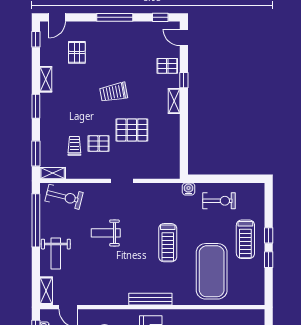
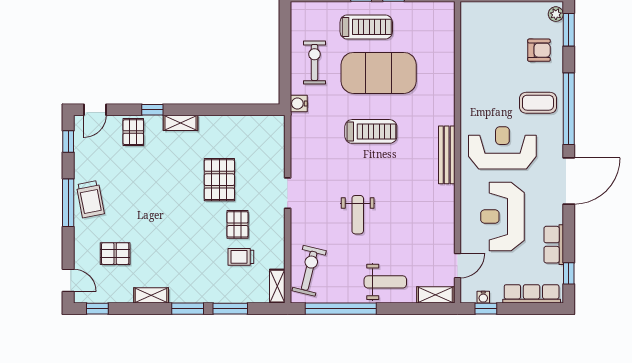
trolley: (114, 92) -> (90, 199), moved
window: (36, 154) -> (230, 309), moved
exercise mat: (212, 271) -> (379, 73), moved

